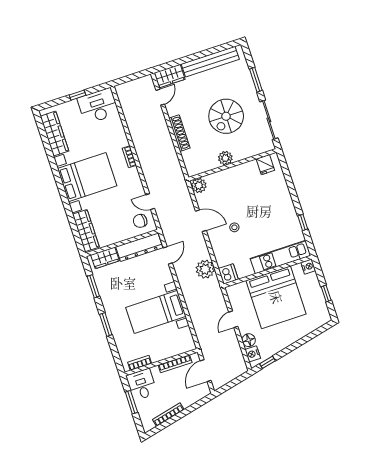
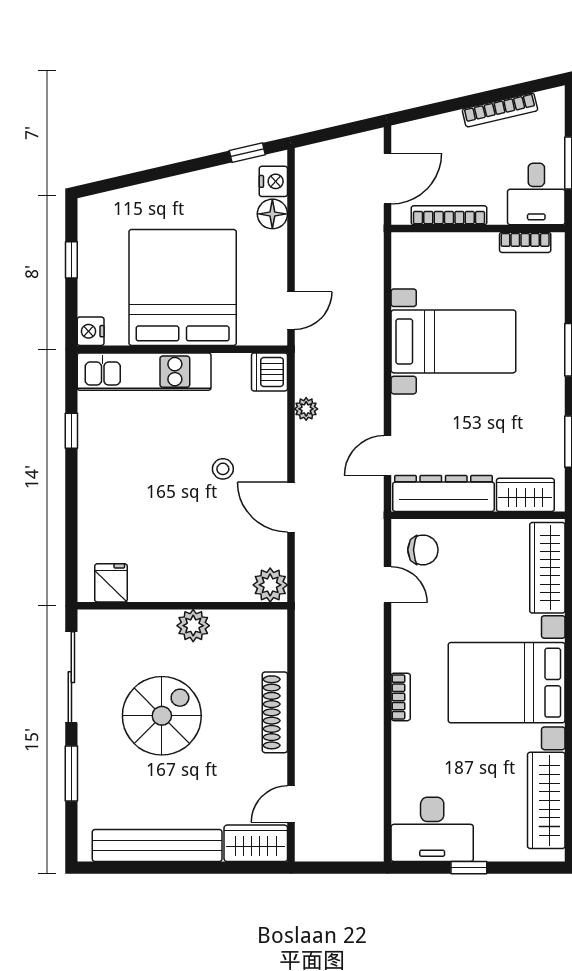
plant: (205, 269) -> (306, 409), width x0.53, depth x0.53
door: (233, 319) -> (291, 311), moved

